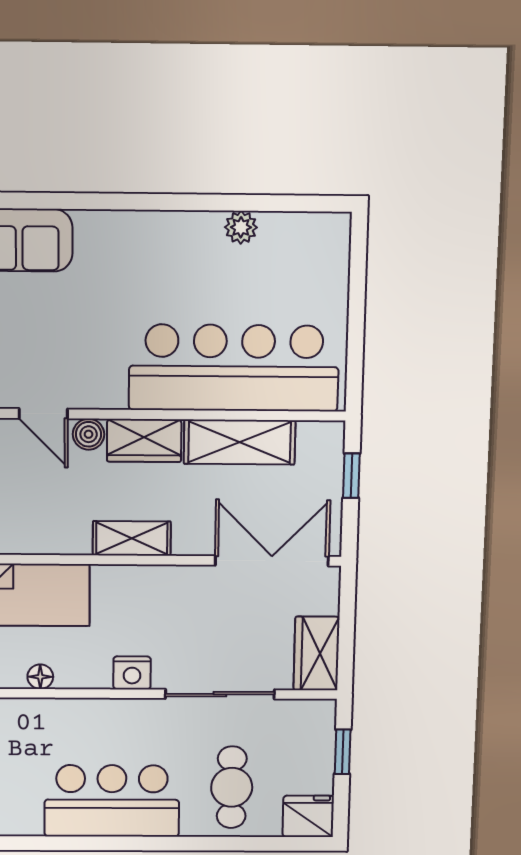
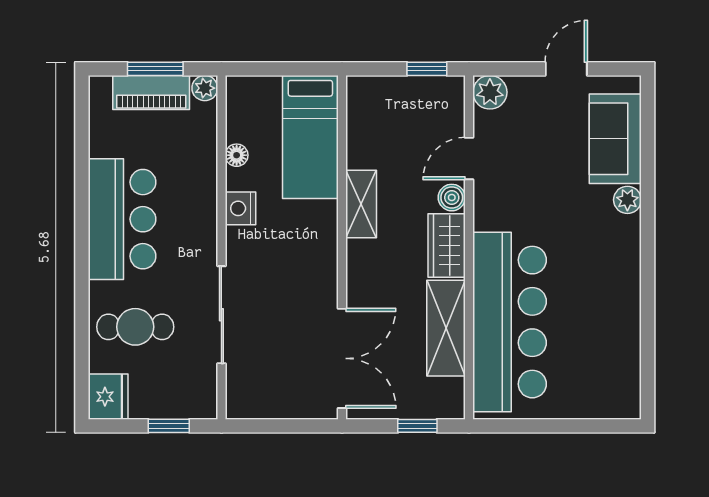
plant: (241, 227) -> (627, 200), moved
shelving: (132, 538) -> (361, 204), moved
wardrobe: (317, 653) -> (259, 400), removed
nightstand: (132, 673) -> (240, 208), moved

